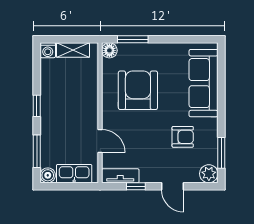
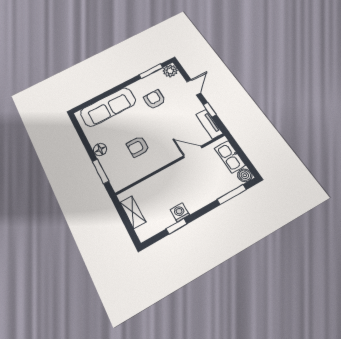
washing machine: (48, 50) -> (180, 212), moved, turned -90
floor lamp: (109, 50) -> (100, 149), moved
armchair: (138, 90) -> (138, 147), width x0.53, depth x0.53
window: (37, 106) -> (177, 226), moved
door: (100, 141) -> (193, 152), hinge flipped

